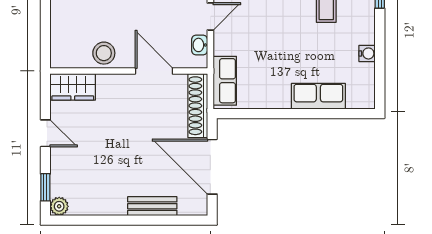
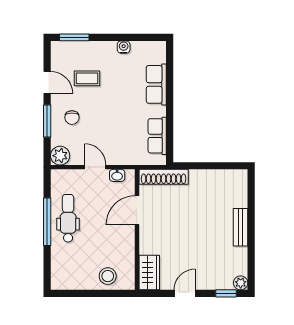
stool: (104, 53) -> (108, 276), moved
row of seats: (225, 81) -> (157, 136), moved, turned -90
door: (212, 167) -> (210, 166), removed
bench: (152, 206) -> (240, 227), moved

